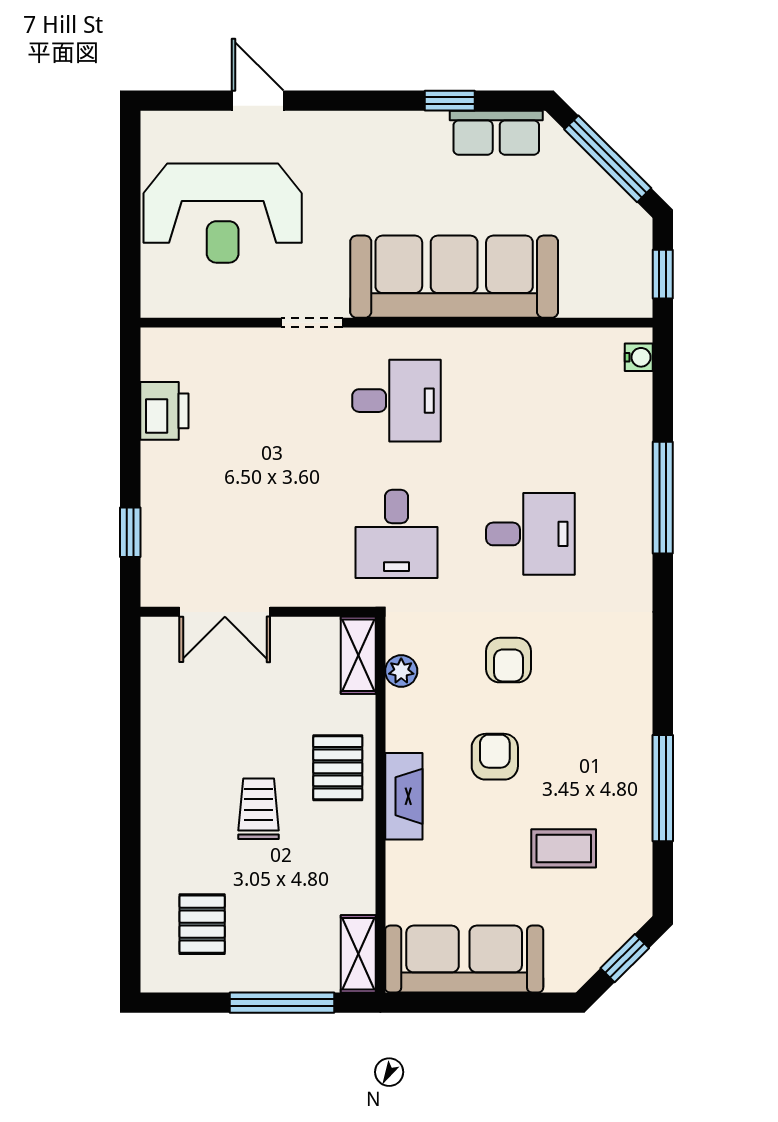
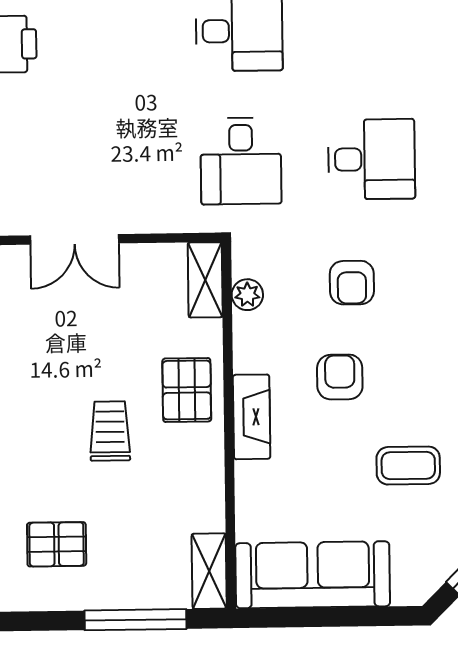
pallet: (202, 924) -> (57, 544), turned 90

